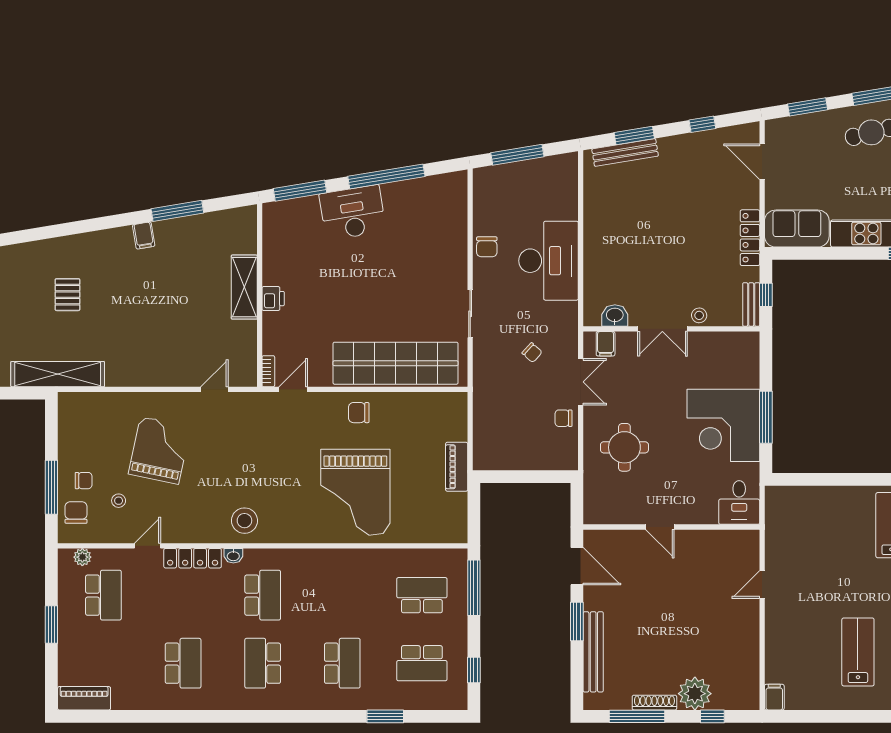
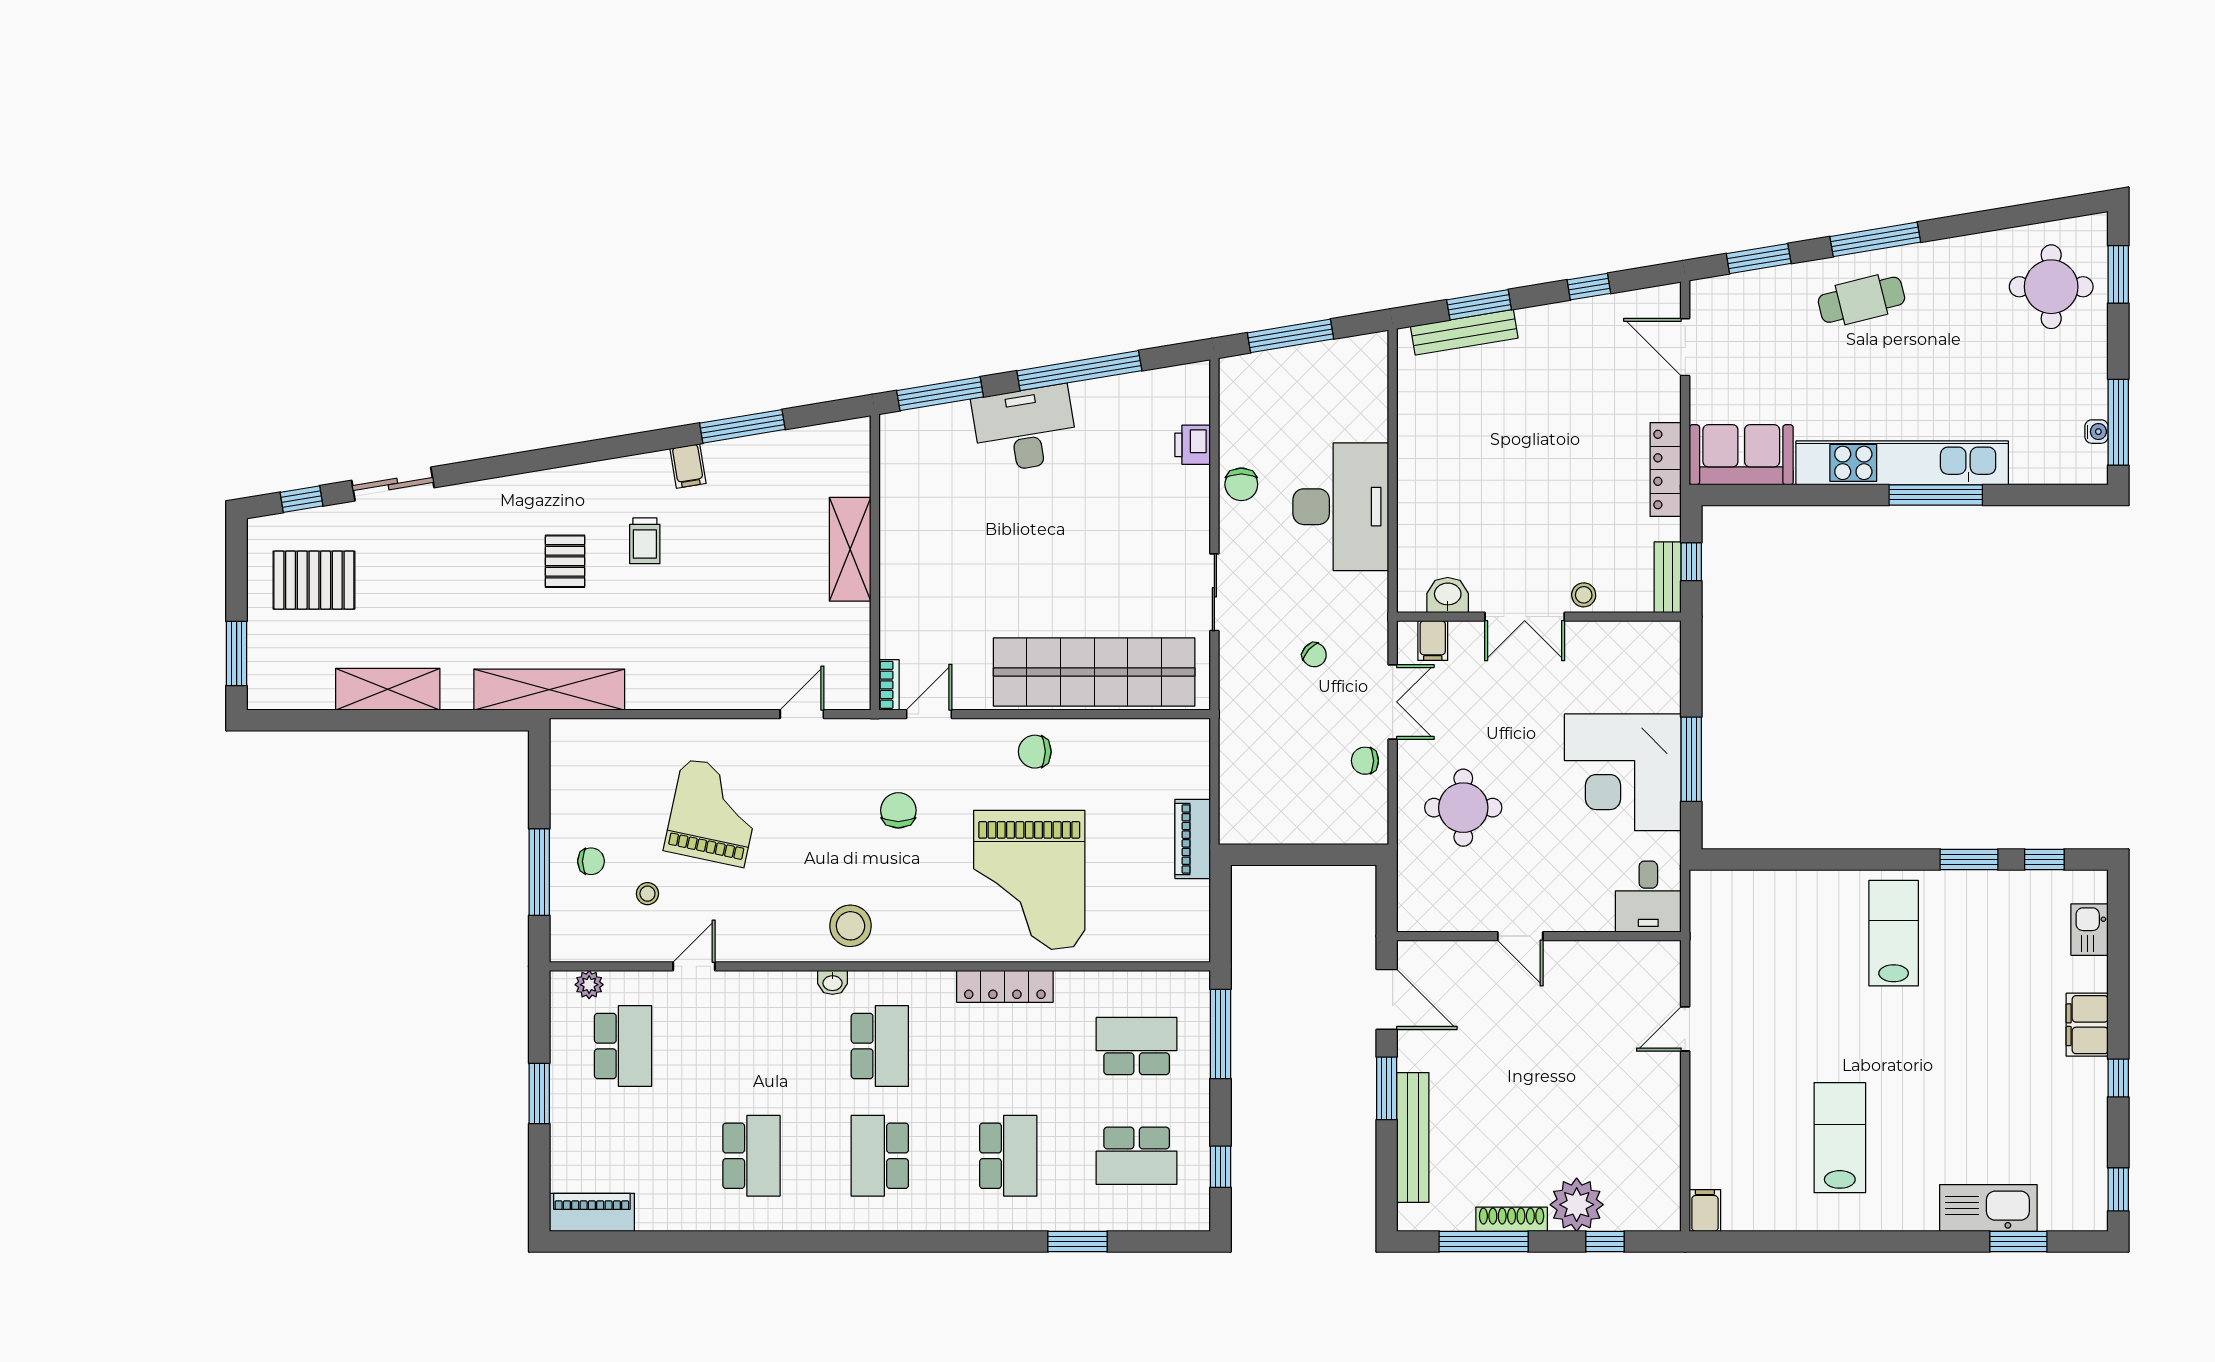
trolley: (117, 282) -> (645, 541), added
printer: (273, 299) -> (1193, 445), moved, turned 180
chair: (76, 512) -> (898, 810), moved
locker: (193, 558) -> (1005, 986), moved

